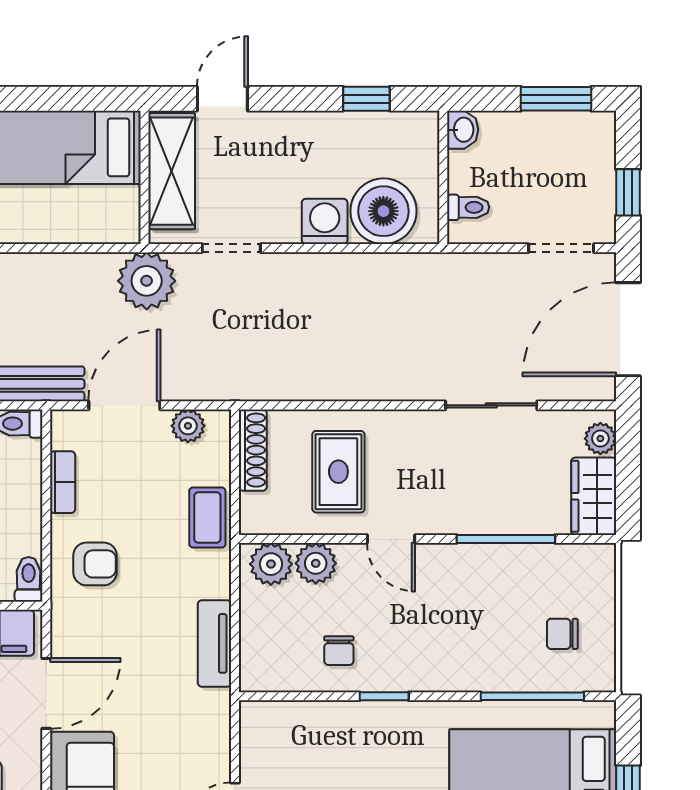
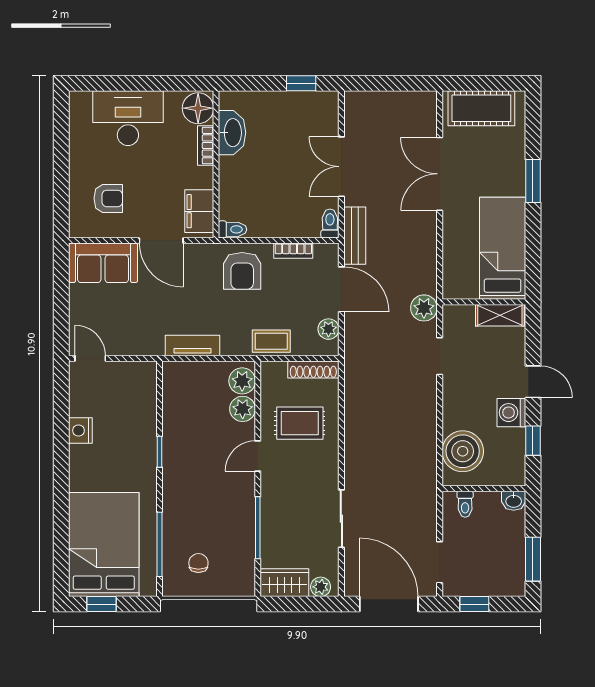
door: (222, 99) -> (533, 382), moved
shelving: (172, 171) -> (500, 315), width x0.67, depth x0.75
washing machine: (325, 221) -> (511, 413), moved, turned 180
plant: (147, 281) -> (424, 308), width x0.73, depth x0.73
armchair: (95, 564) -> (242, 271), width x1.38, depth x1.38
chair: (339, 651) -> (188, 423), removed

